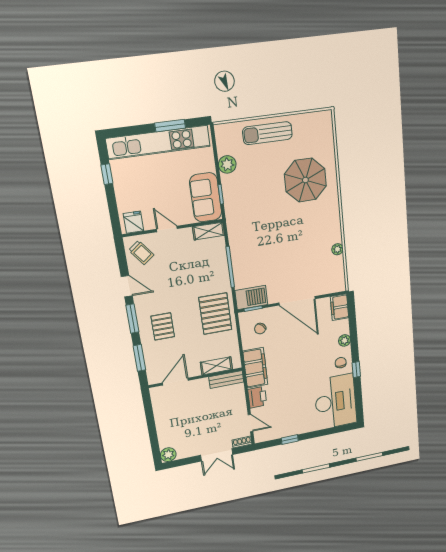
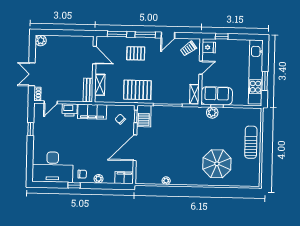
plant: (227, 164) -> (212, 113), moved
window: (107, 174) -> (222, 36), moved

